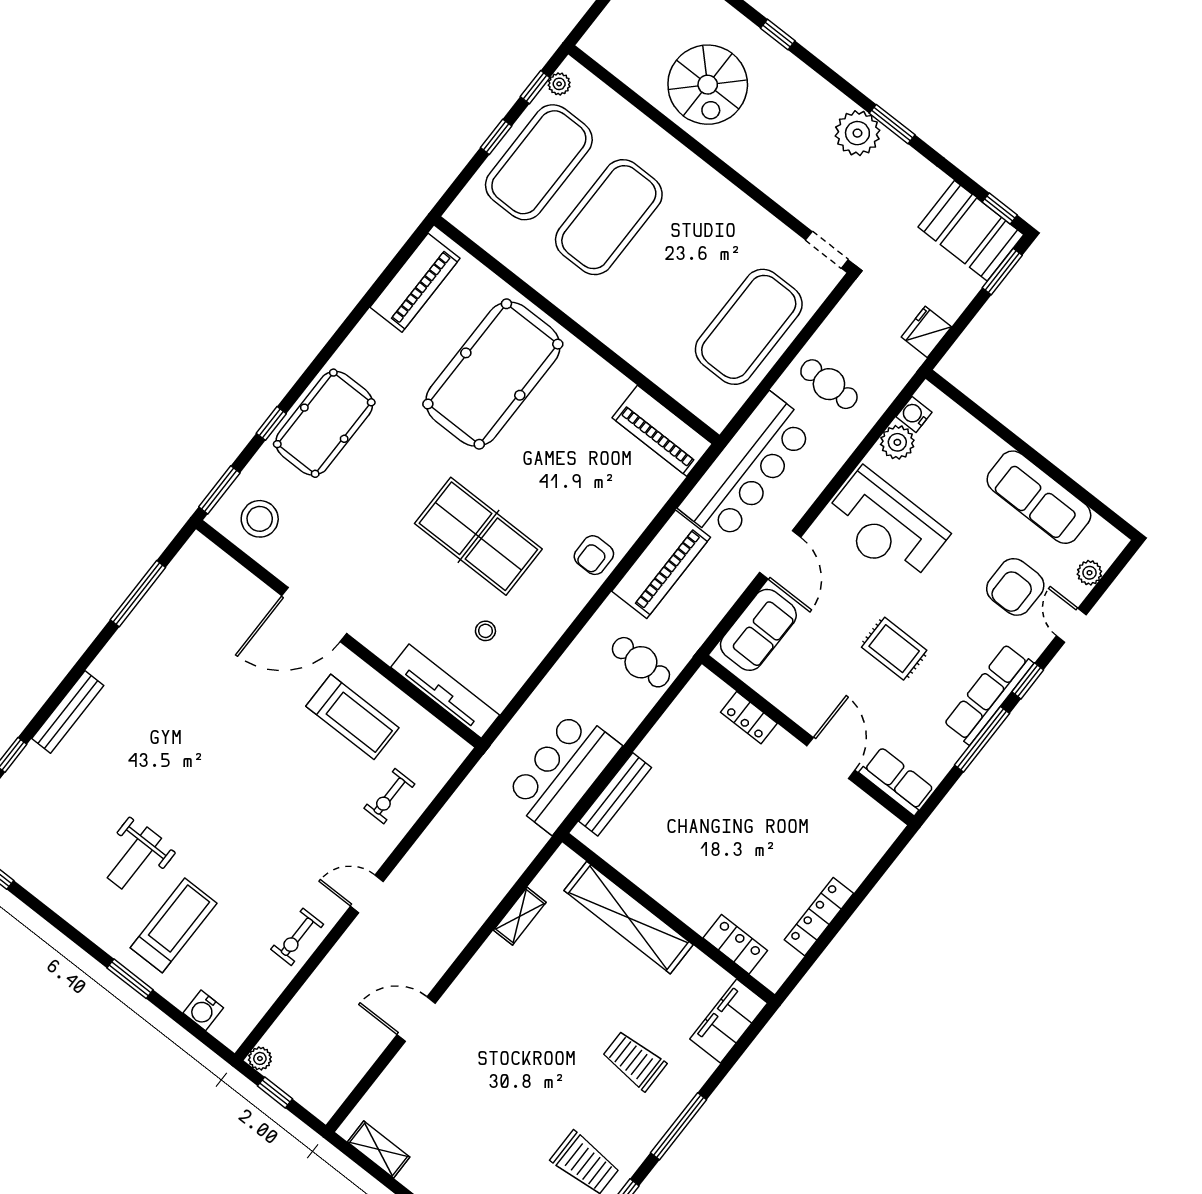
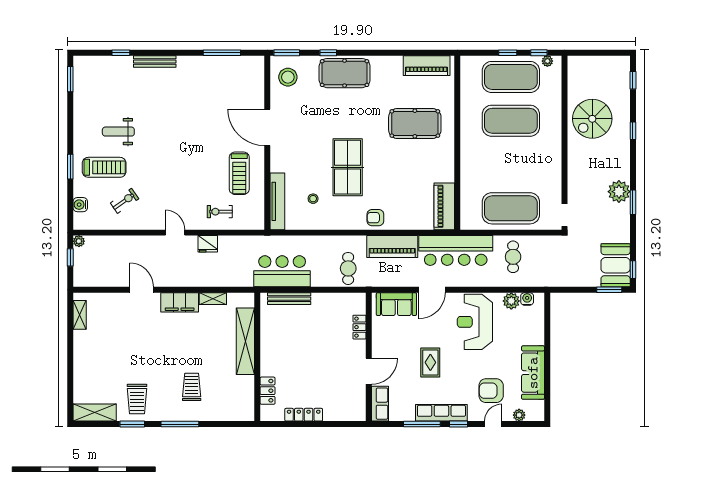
fridge: (926, 332) -> (208, 244), moved, turned 180
pool table: (493, 374) -> (415, 123), width x0.73, depth x0.76
exercise bike: (297, 937) -> (125, 201), moved, turned 145
filing cabinet: (729, 1021) -> (180, 302), moved, turned 180

